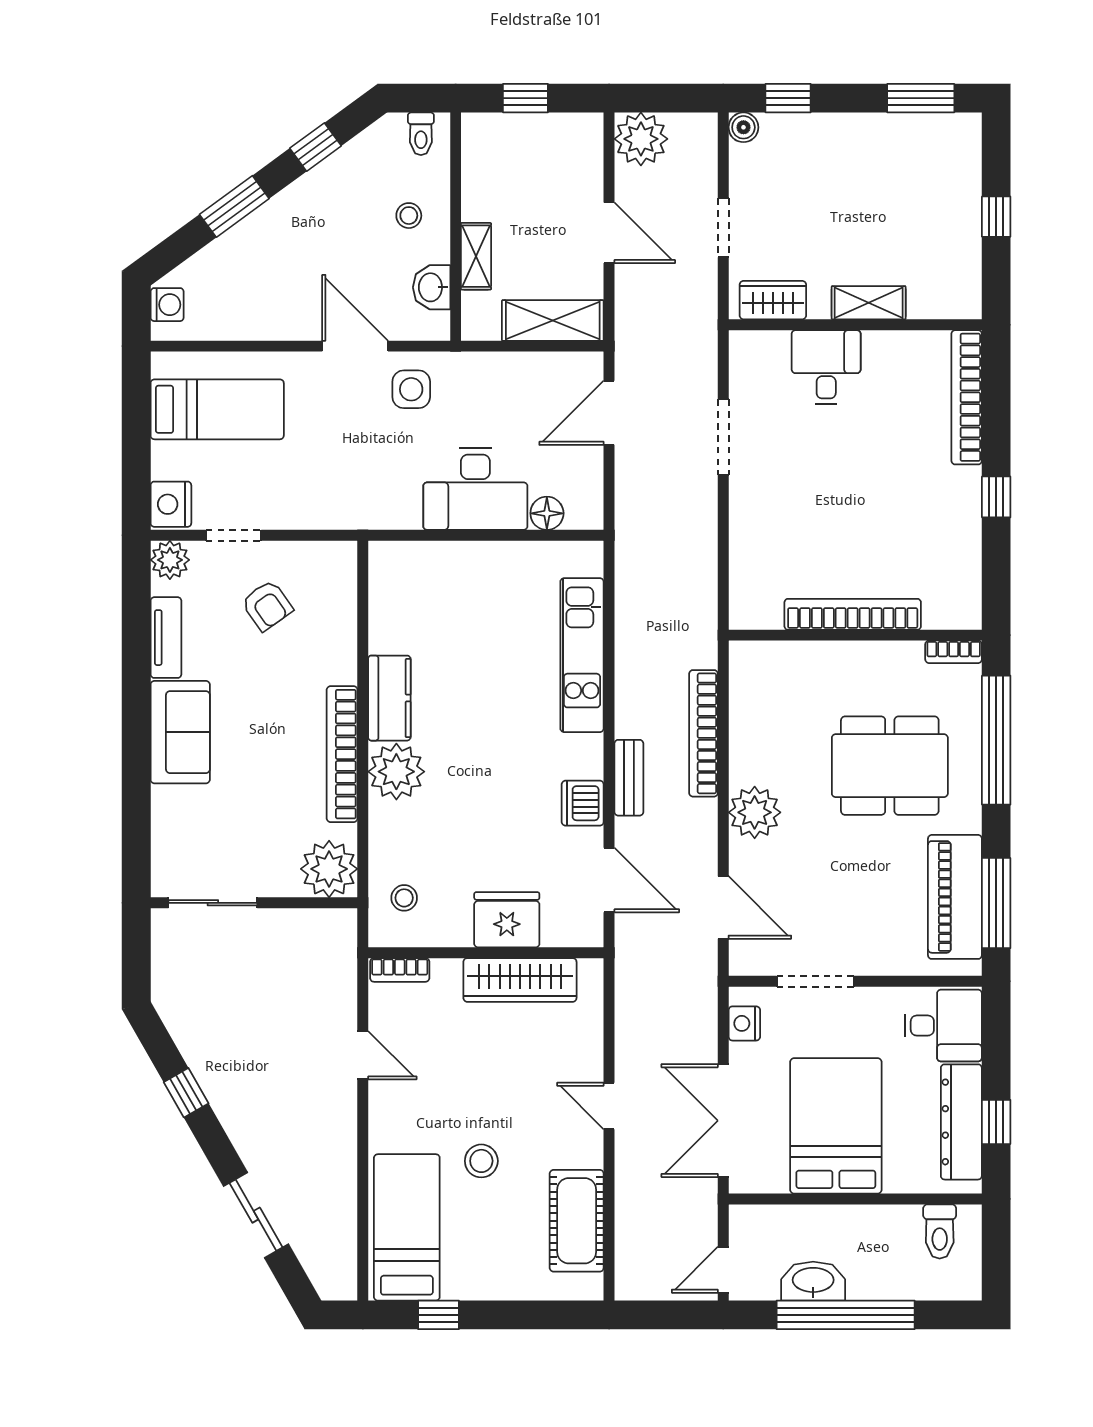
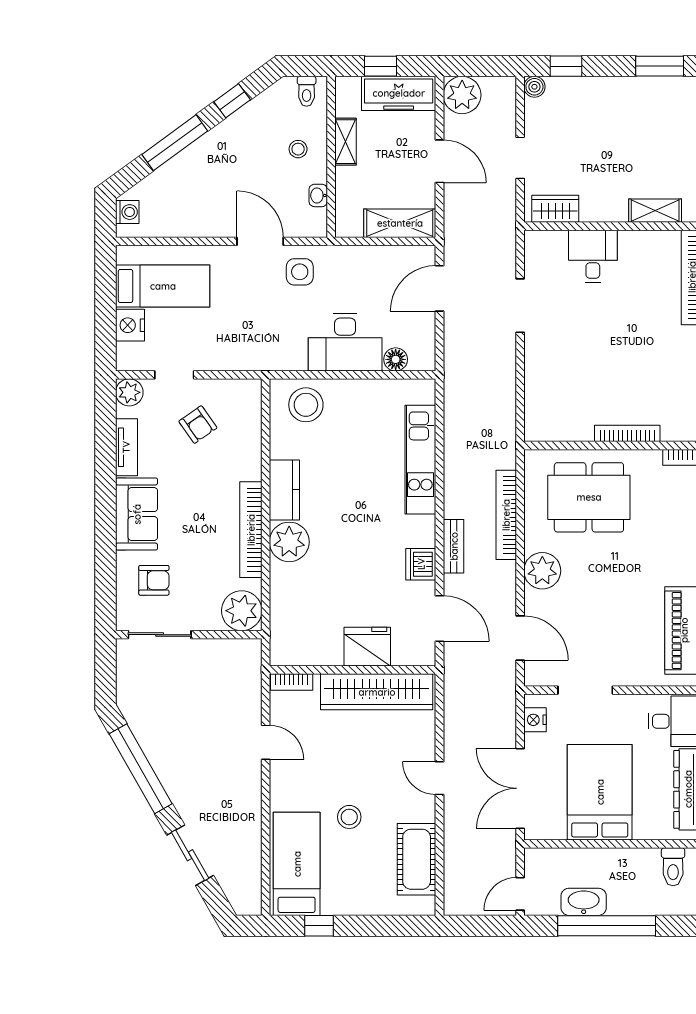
freezer: (551, 137) -> (399, 93), added
window: (234, 206) -> (175, 143), width x1.44
shelving: (476, 256) -> (345, 142), moved
washbasin: (432, 287) -> (318, 195), width x0.72, depth x0.69
shelving: (869, 303) -> (655, 211), moved
nightstand: (171, 504) -> (130, 325), moved
bookcase: (853, 614) -> (627, 433), width x0.68, depth x0.76
dining table: (890, 766) -> (589, 497), moved
armchair: (205, 826) -> (154, 580), added
stool: (404, 898) -> (306, 405), moved, width x1.89, depth x1.89
wardrobe: (520, 980) -> (377, 692), width x1.40, depth x1.17
window: (186, 1093) -> (141, 769), width x3.17

